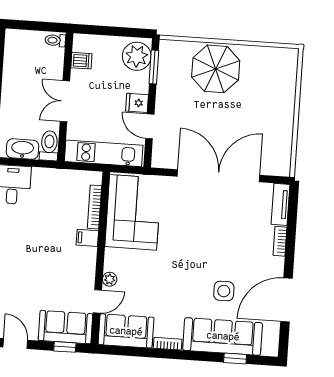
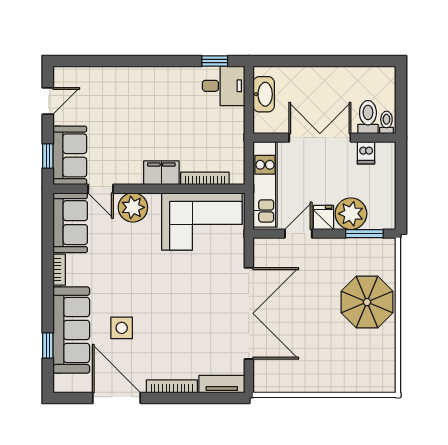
plant: (137, 56) -> (351, 214), moved
double door: (65, 101) -> (320, 138), width x1.37
toilet: (49, 146) -> (368, 117), moved, turned -90
filing cabinet: (87, 238) -> (161, 173), width x2.00
bookcase: (280, 241) -> (172, 386), width x1.56
plant: (110, 279) -> (133, 207), width x1.88, depth x1.88

